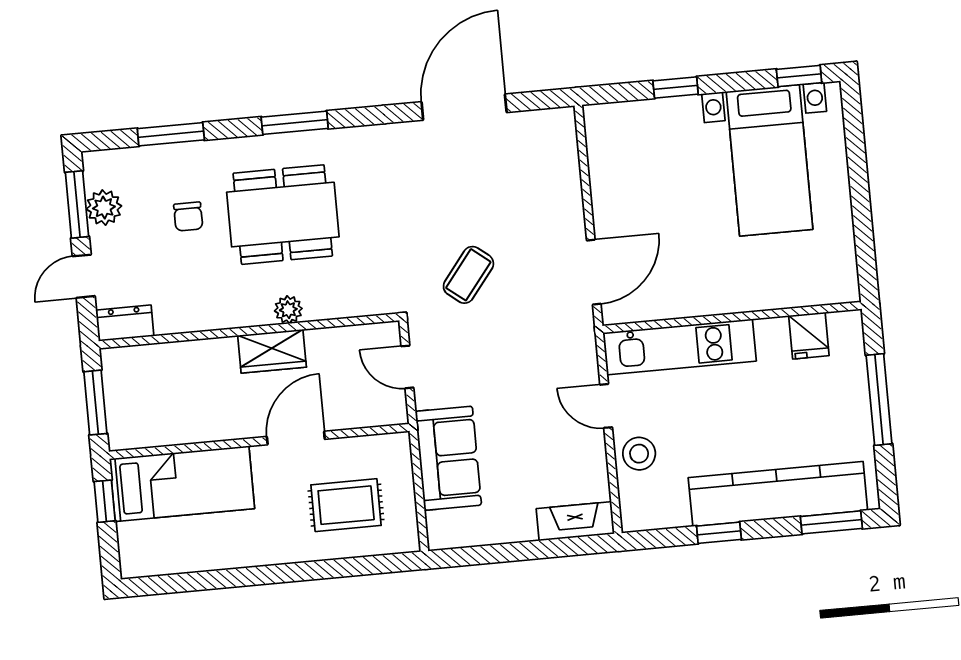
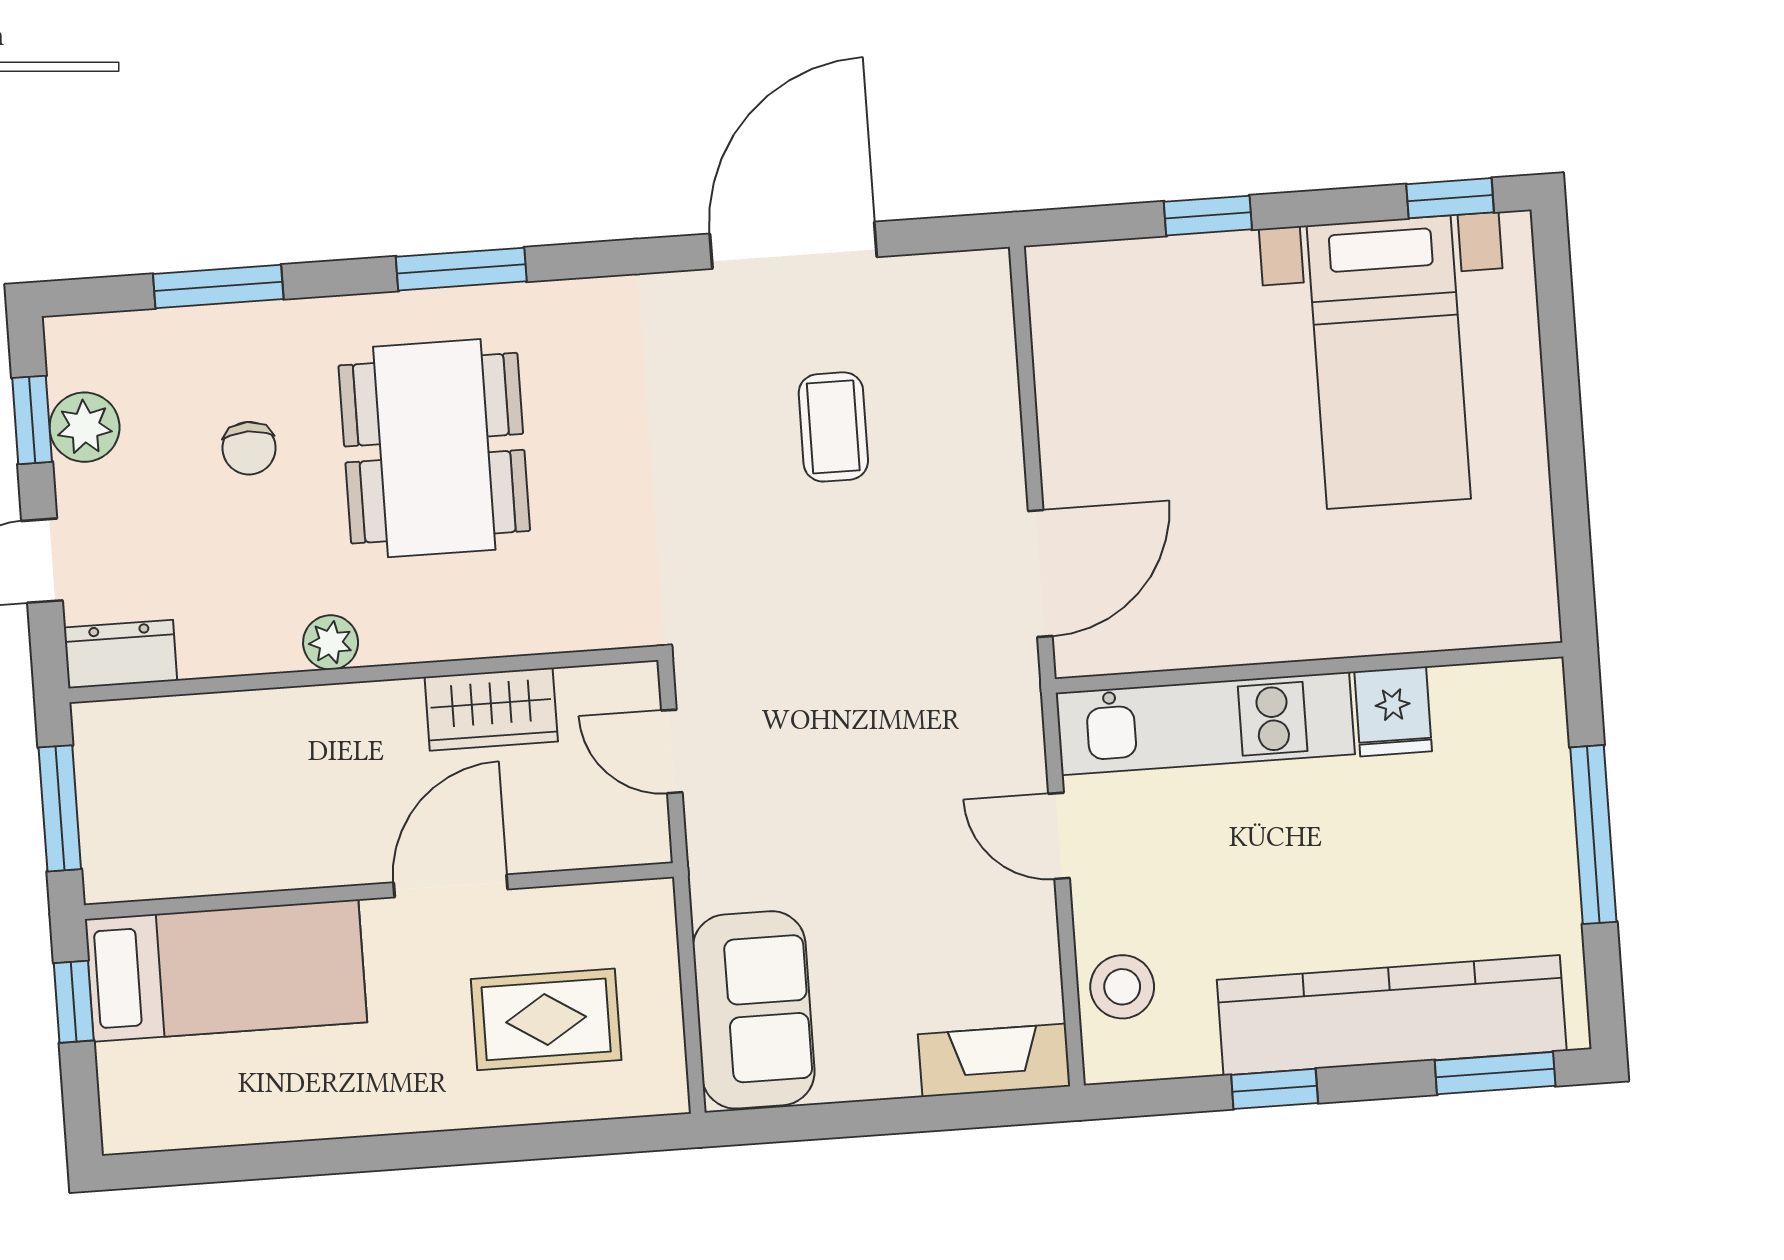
window: (77, 204) -> (32, 420), width x0.67
dining table: (283, 215) -> (434, 448), turned 90
coffee table: (468, 275) -> (833, 427), moved, turned -38
plant: (288, 310) -> (331, 642), moved
fridge: (809, 336) -> (1393, 711), moved
wardrobe: (272, 351) -> (491, 709), moved
stool: (639, 454) -> (1122, 987), moved
sofa: (448, 458) -> (754, 1010), moved

